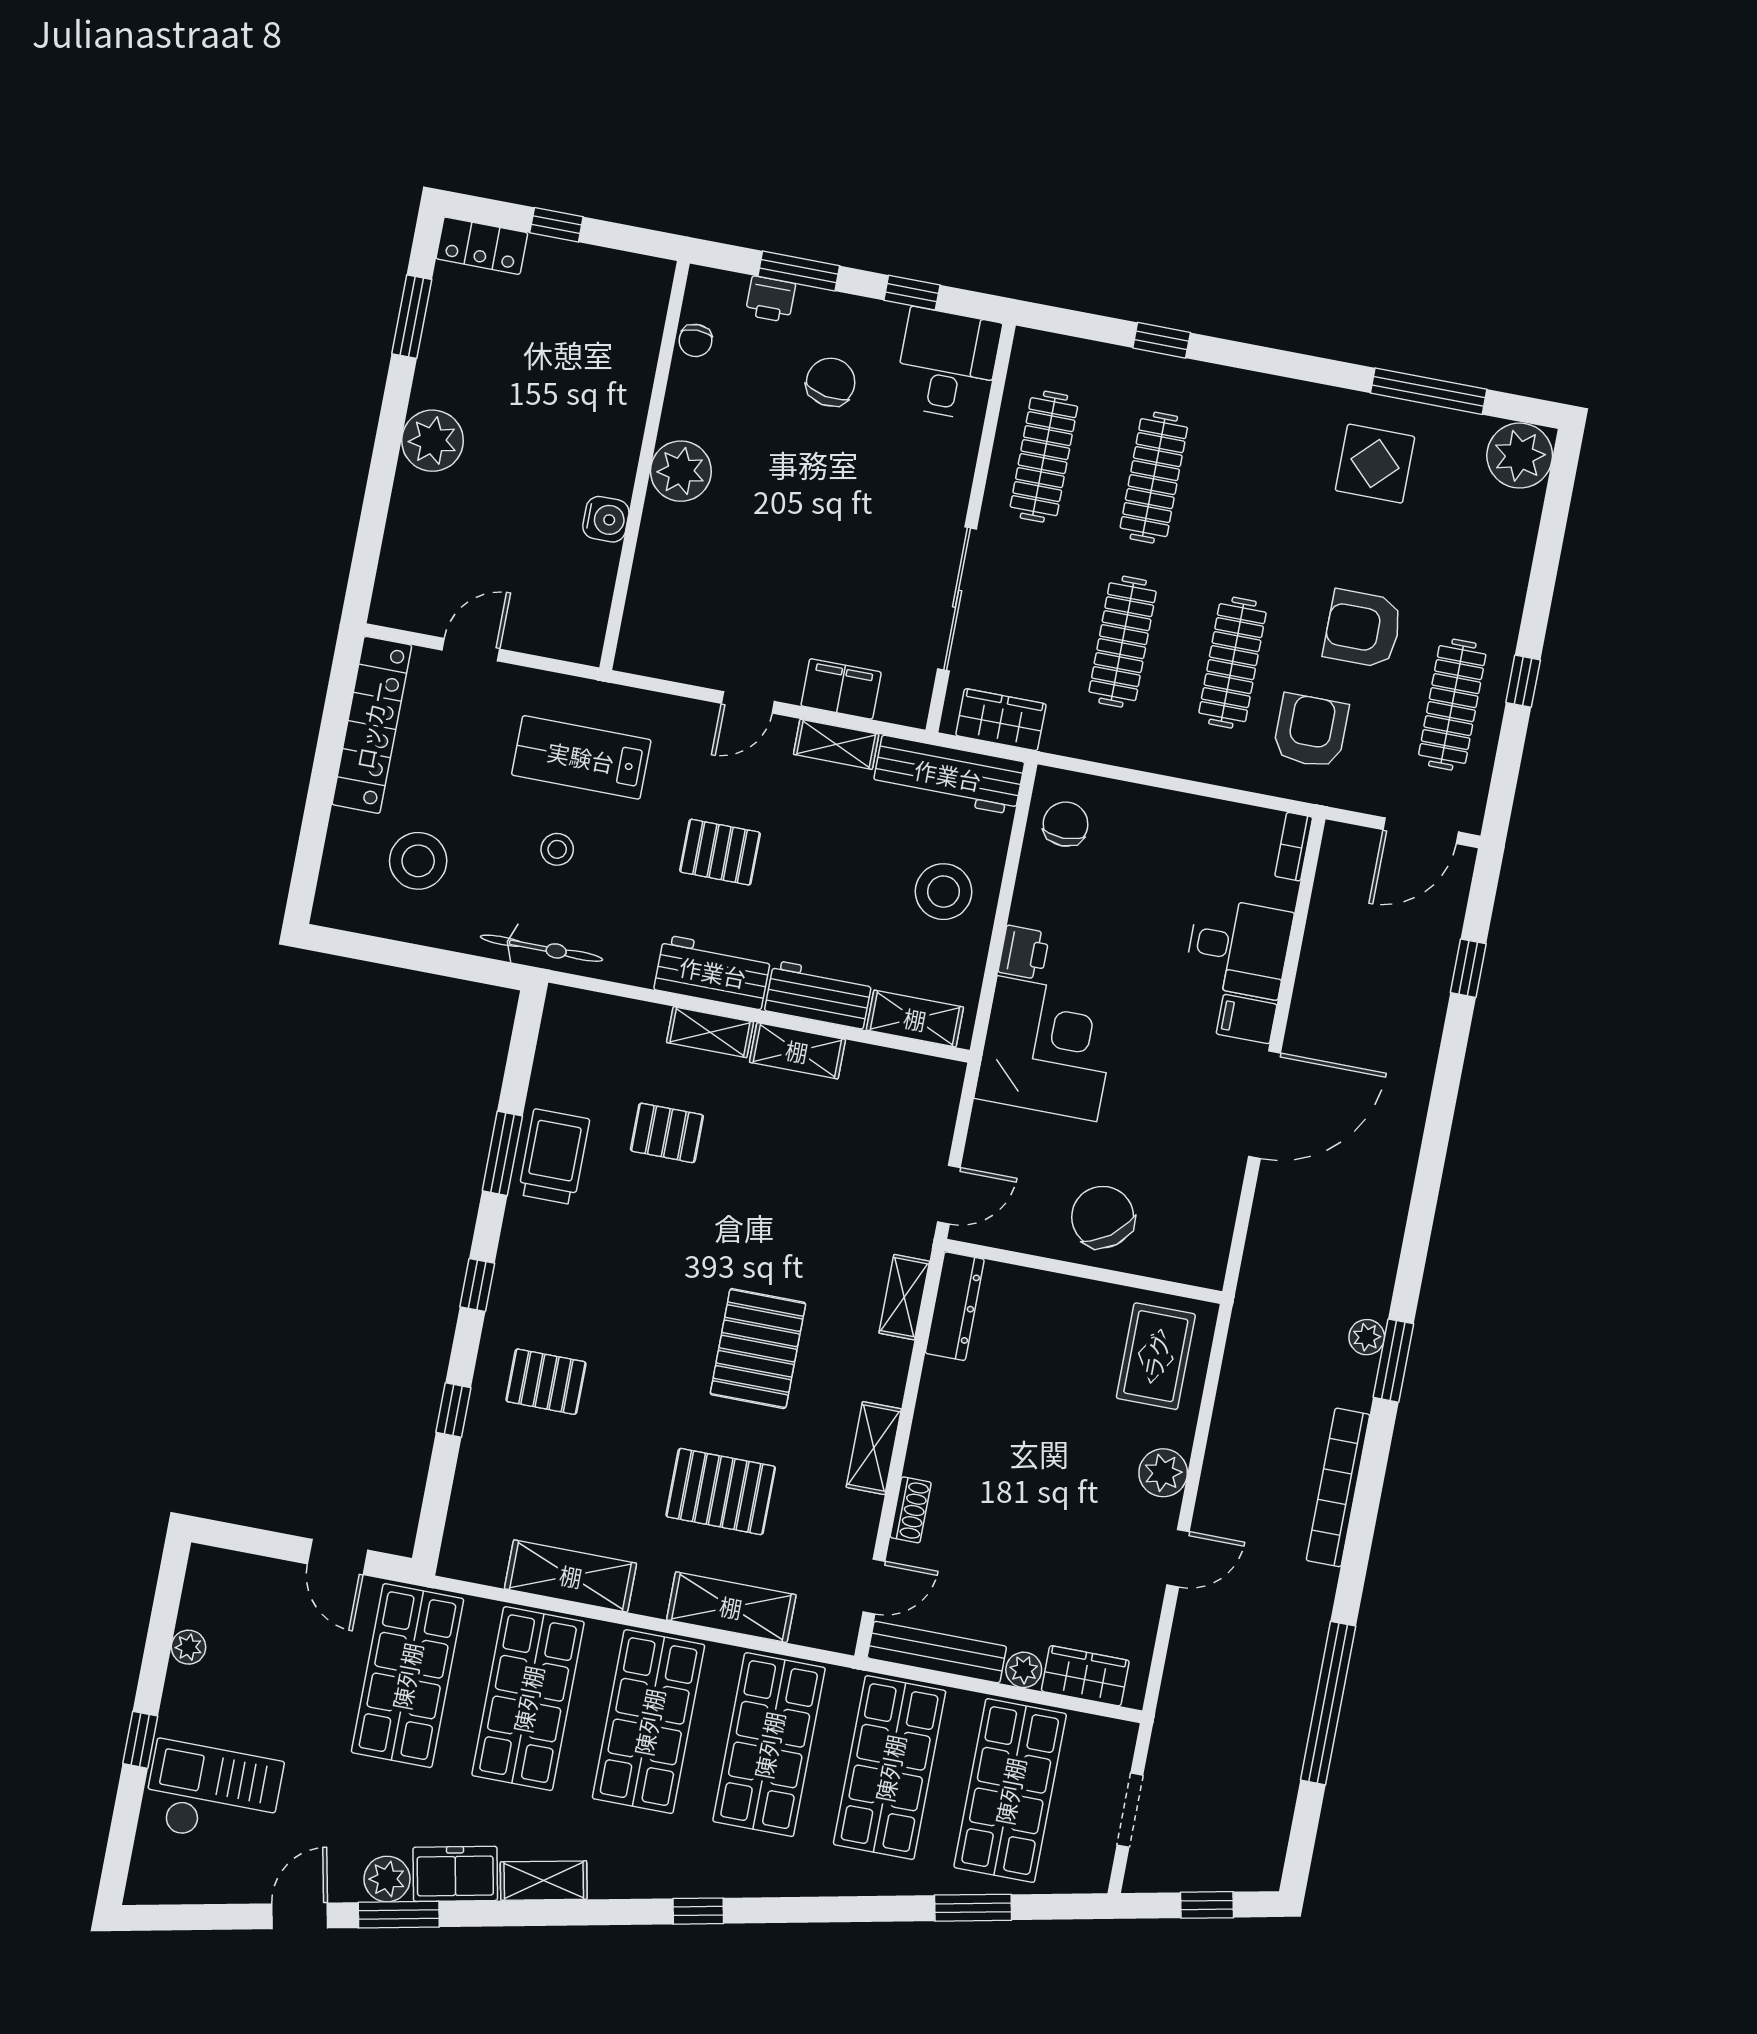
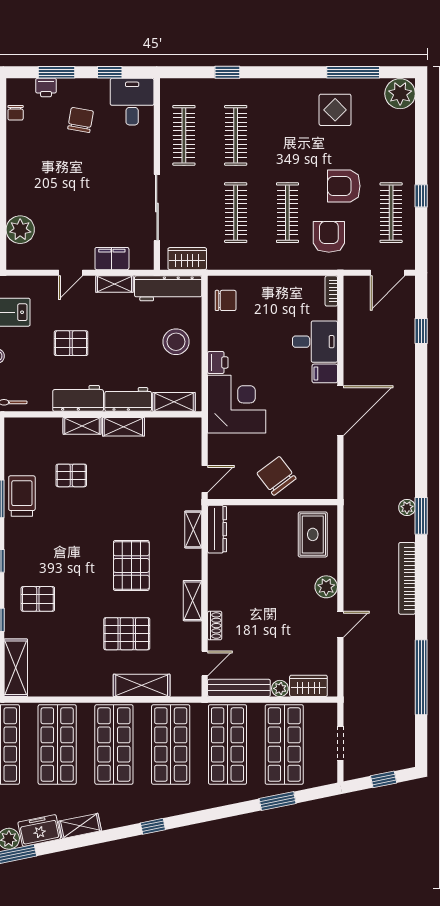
plant: (681, 471) -> (20, 230), moved
chair: (1066, 824) -> (226, 300), turned 90
shelving: (571, 1576) -> (16, 668), moved, turned 90

